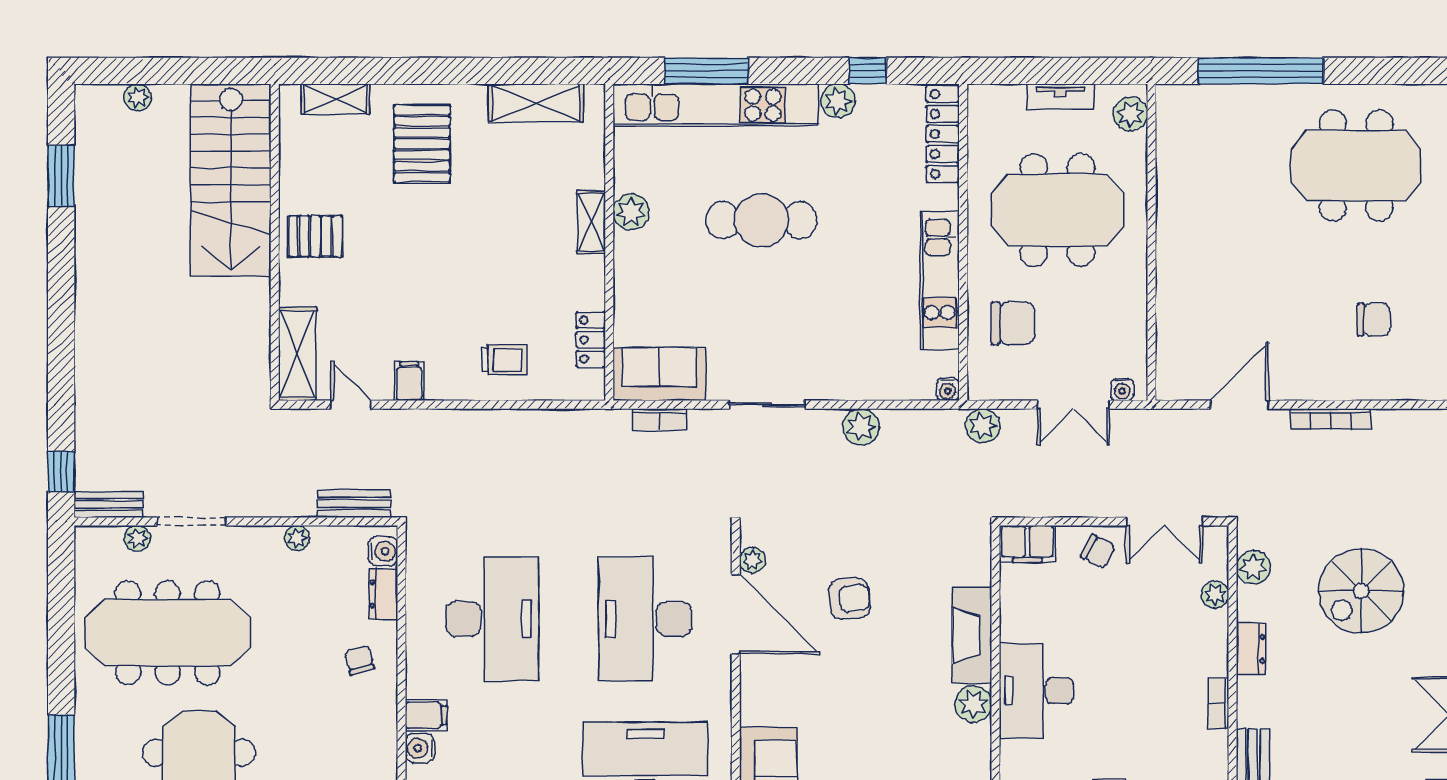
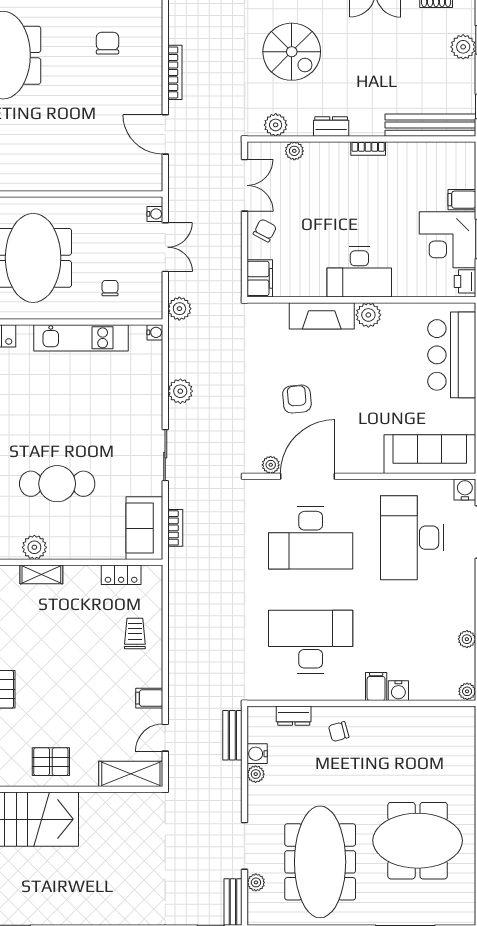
cafe table: (761, 220) -> (57, 484), moved, turned 90
pallet: (315, 236) -> (51, 762), turned 90
chair: (1013, 323) -> (110, 288), width x0.54, depth x0.54
water cooler: (383, 551) -> (257, 754), moved, turned -90

